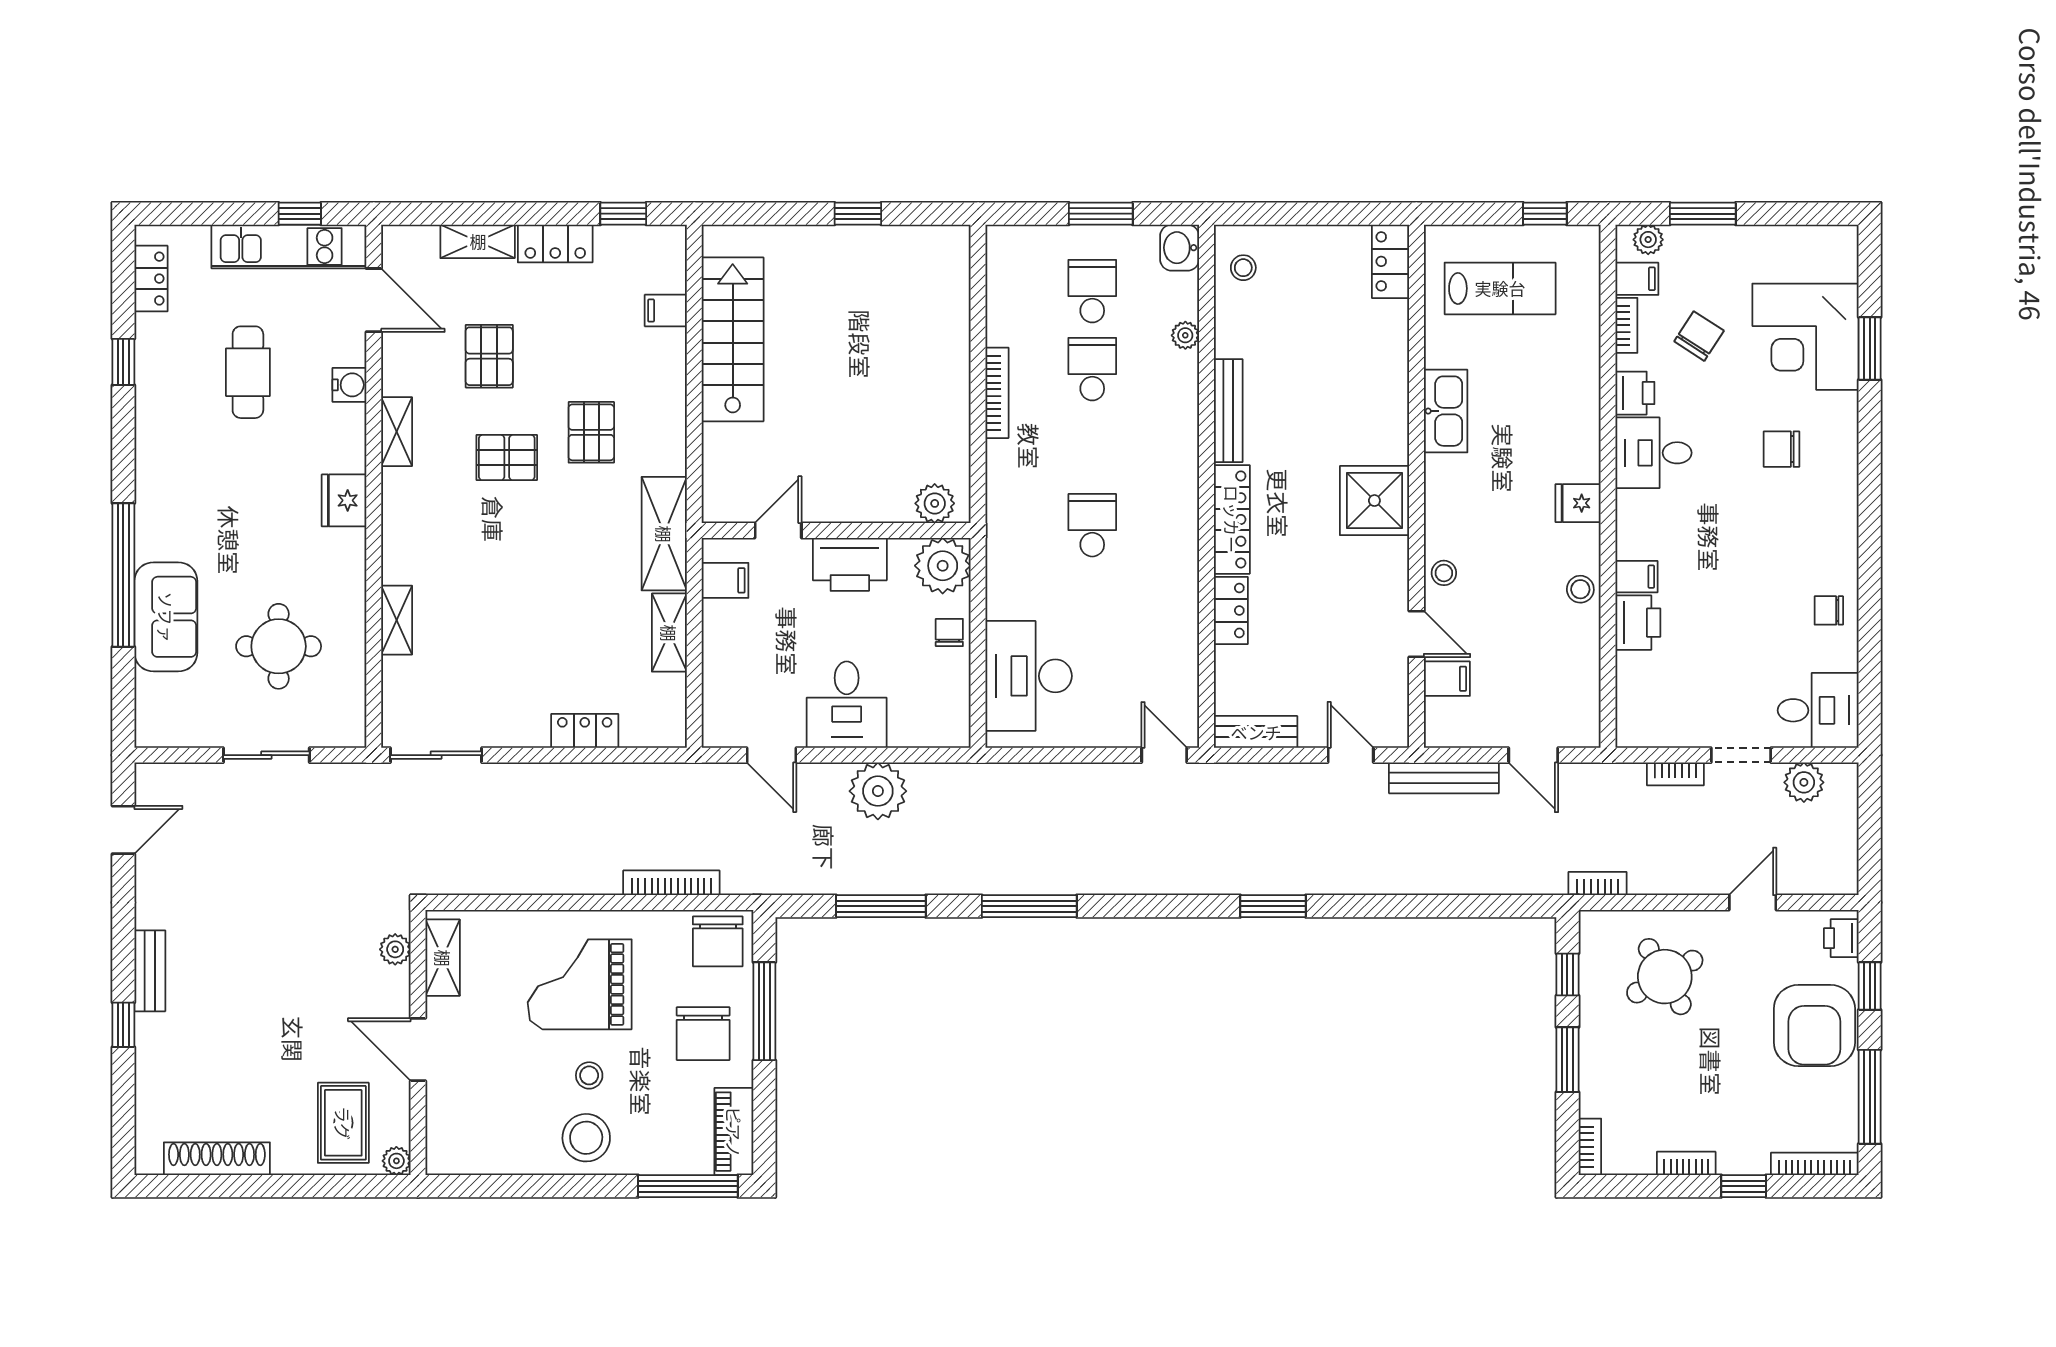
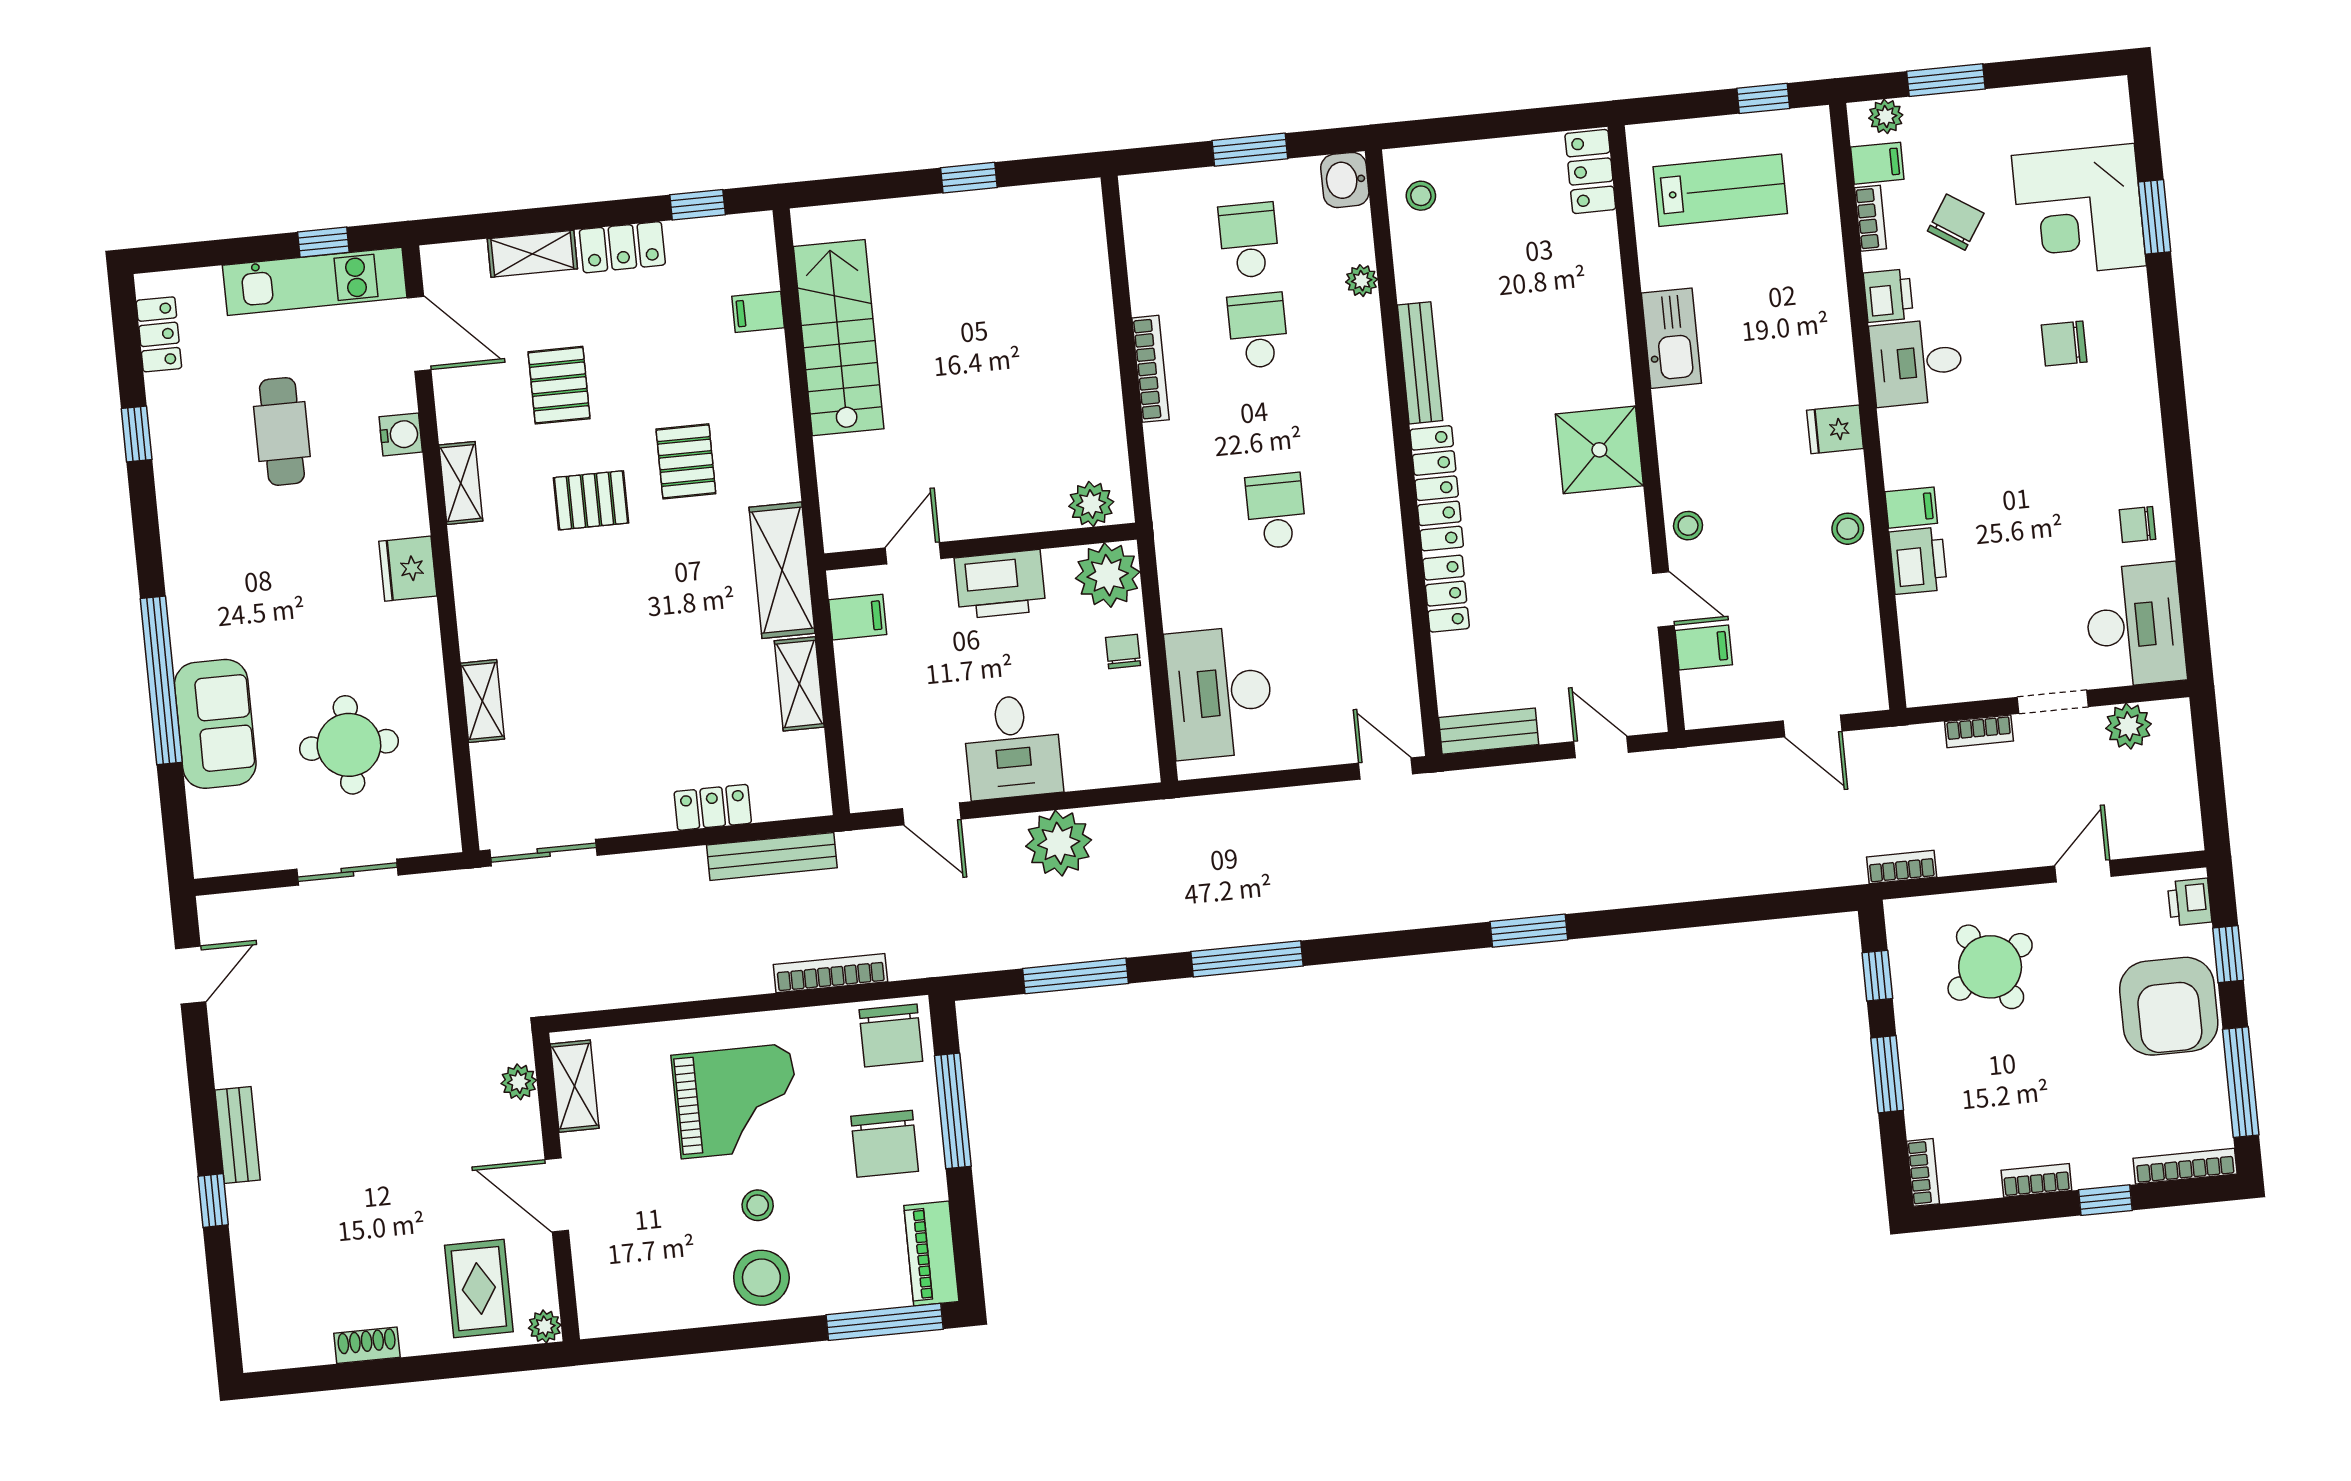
desk: (1818, 710) -> (2135, 625), width x1.37
bench: (1444, 778) -> (772, 856), moved
grand piano: (580, 984) -> (736, 1101), turned 180
shoe rack: (217, 1159) -> (367, 1345), width x0.51, depth x0.81

